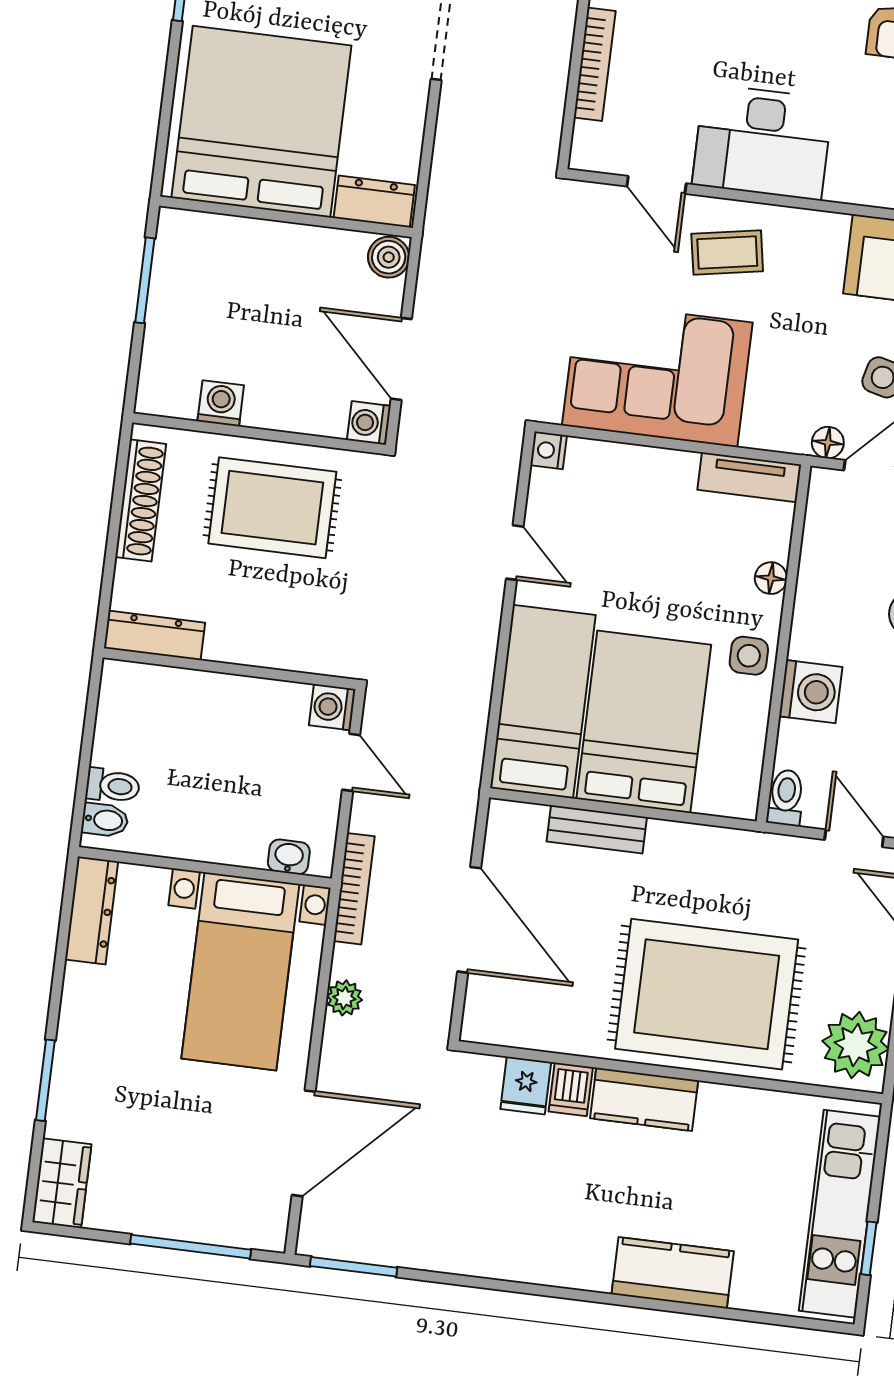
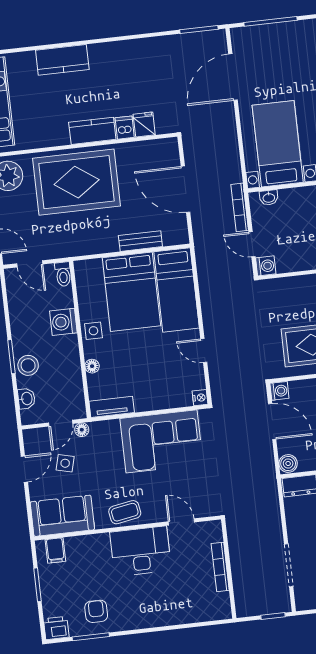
coffee table: (727, 253) -> (125, 512), moved
bookcase: (354, 889) -> (240, 207), moved
plant: (344, 998) -> (231, 143), removed

